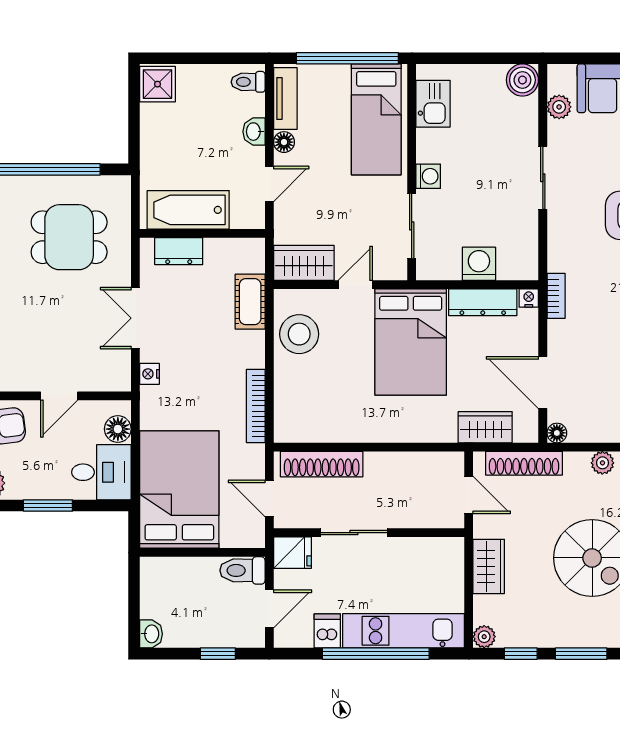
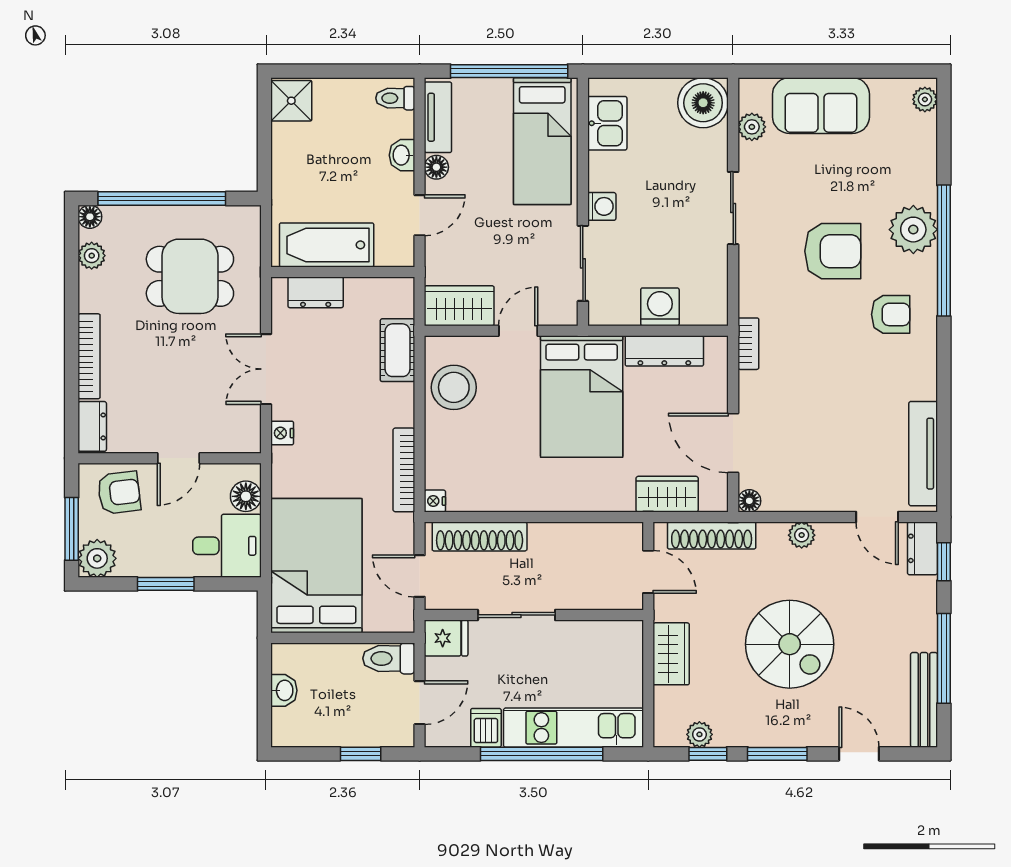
boiler: (522, 80) -> (703, 103), width x1.37, depth x1.37
nightstand: (529, 298) -> (435, 501), moved, turned -90
washbasin: (151, 634) -> (284, 690), moved
plant: (484, 637) -> (699, 734), moved

